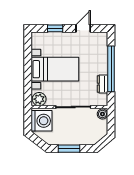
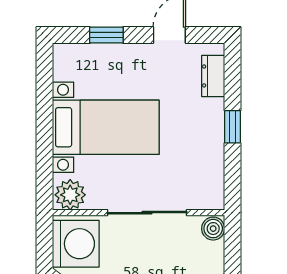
window: (111, 69) -> (233, 127), width x0.32
dresser: (102, 84) -> (213, 76), moved

